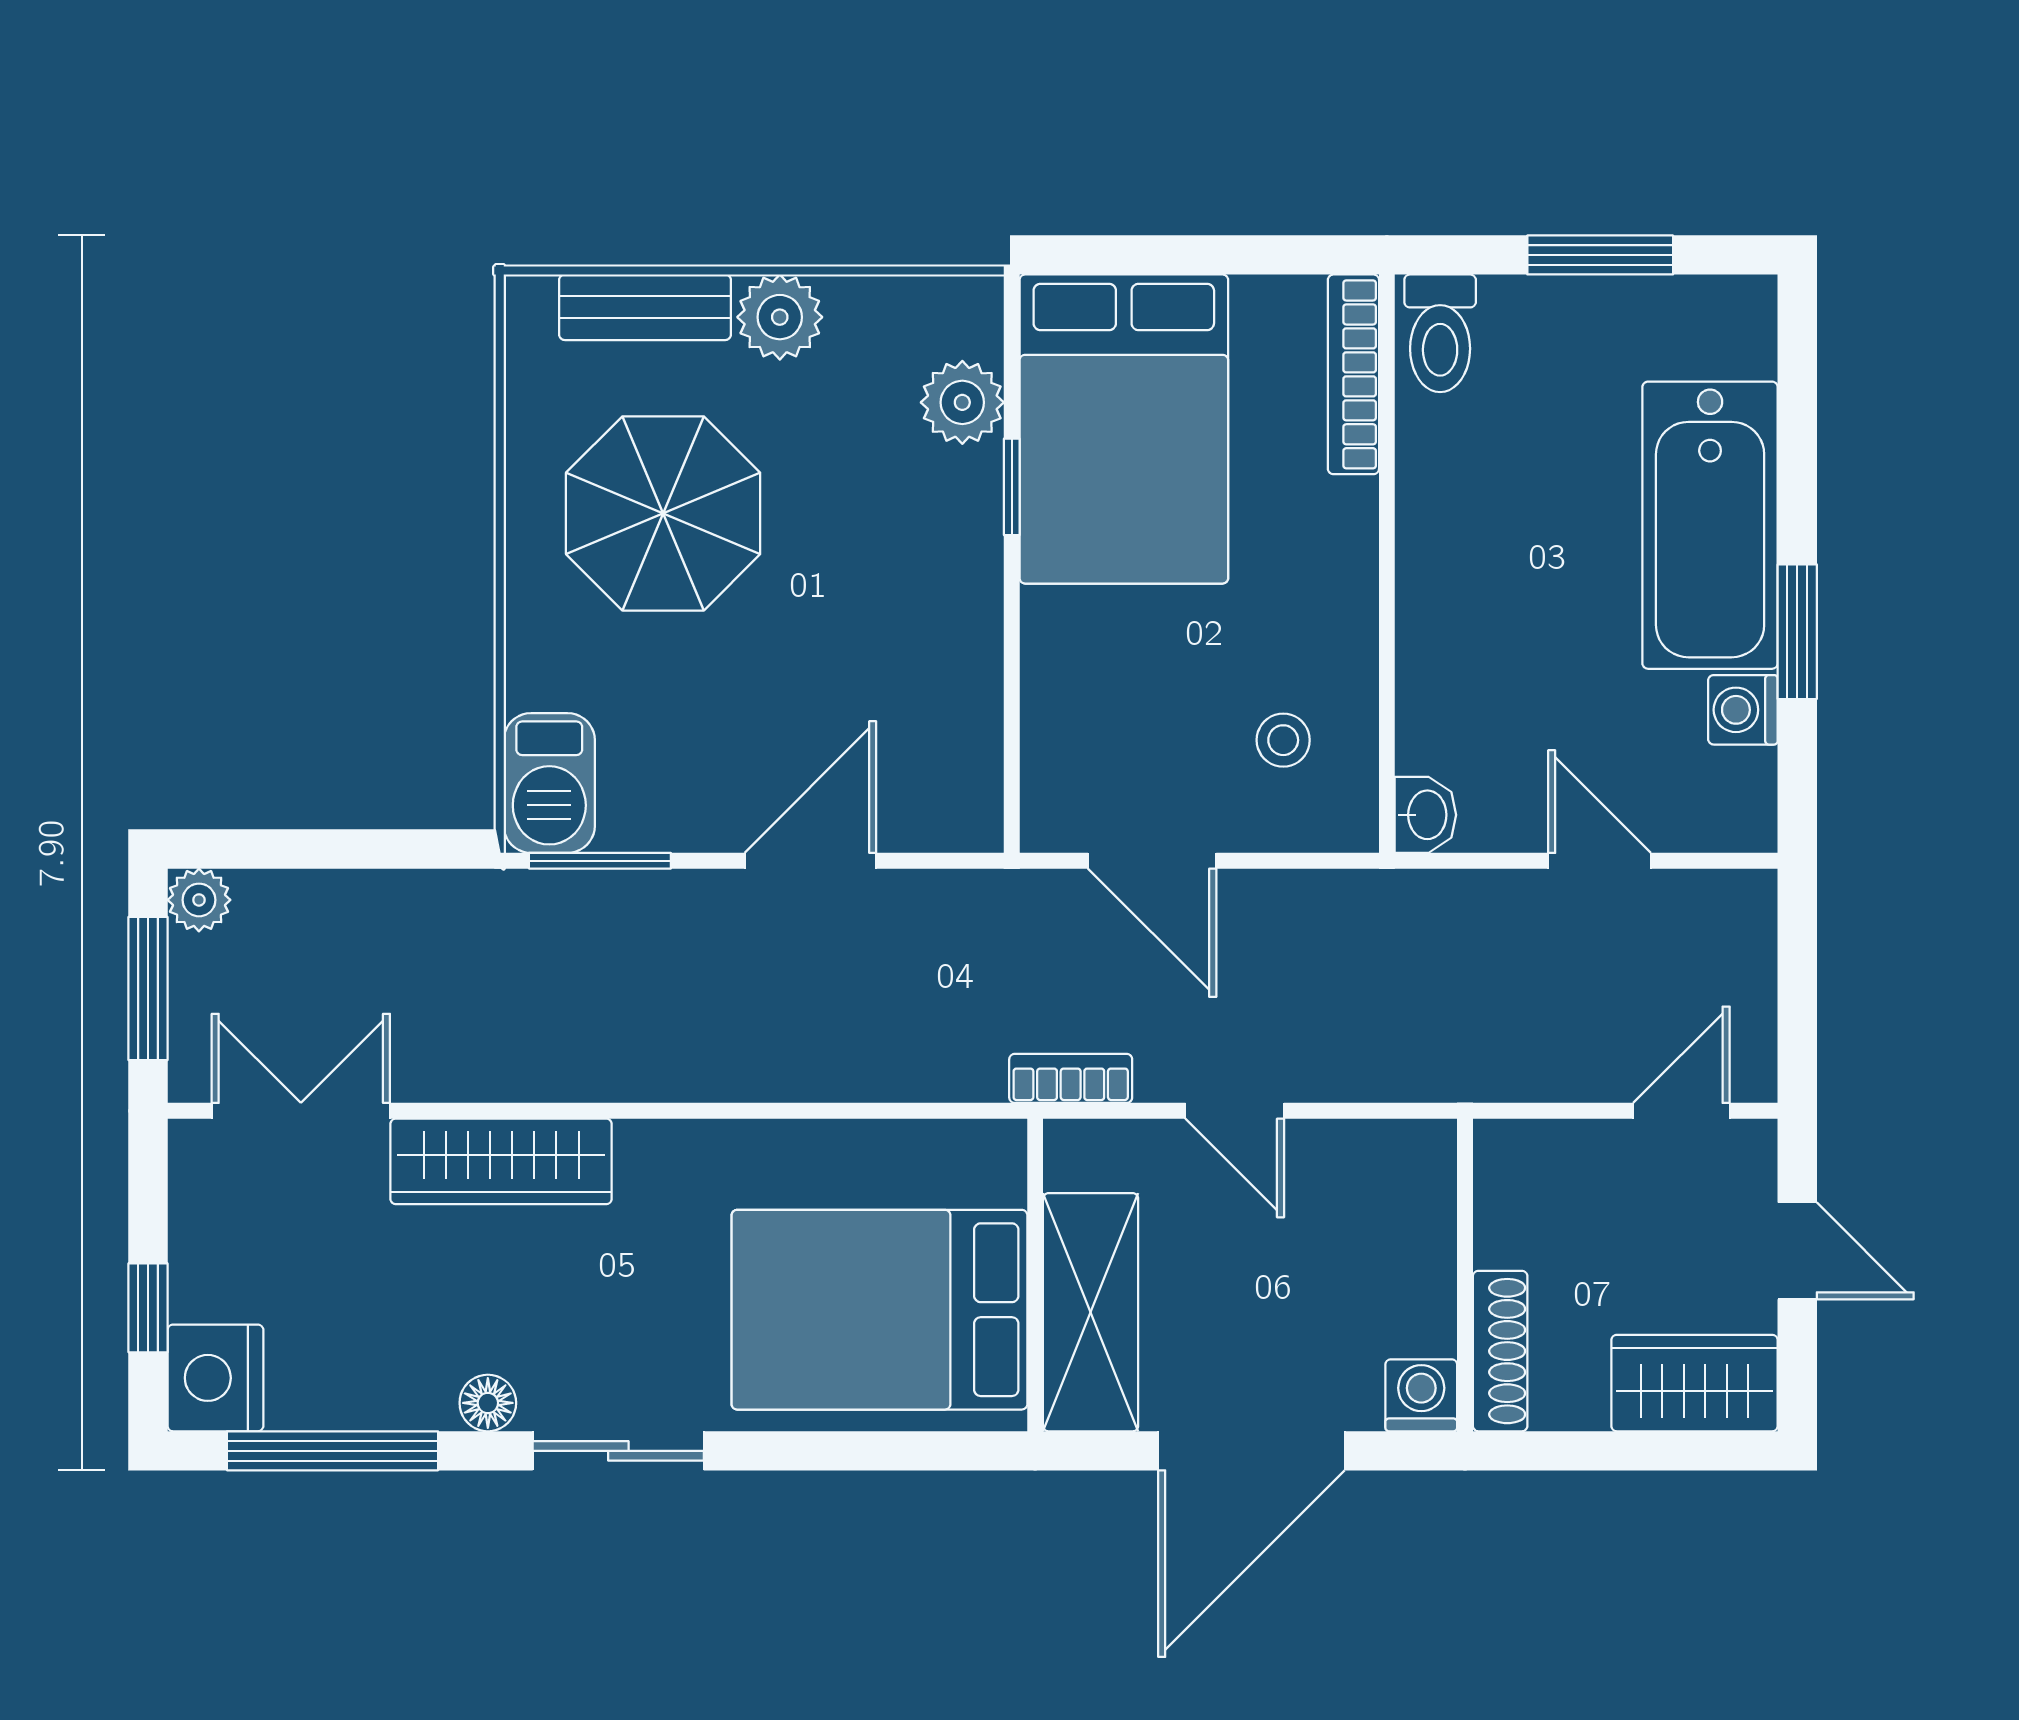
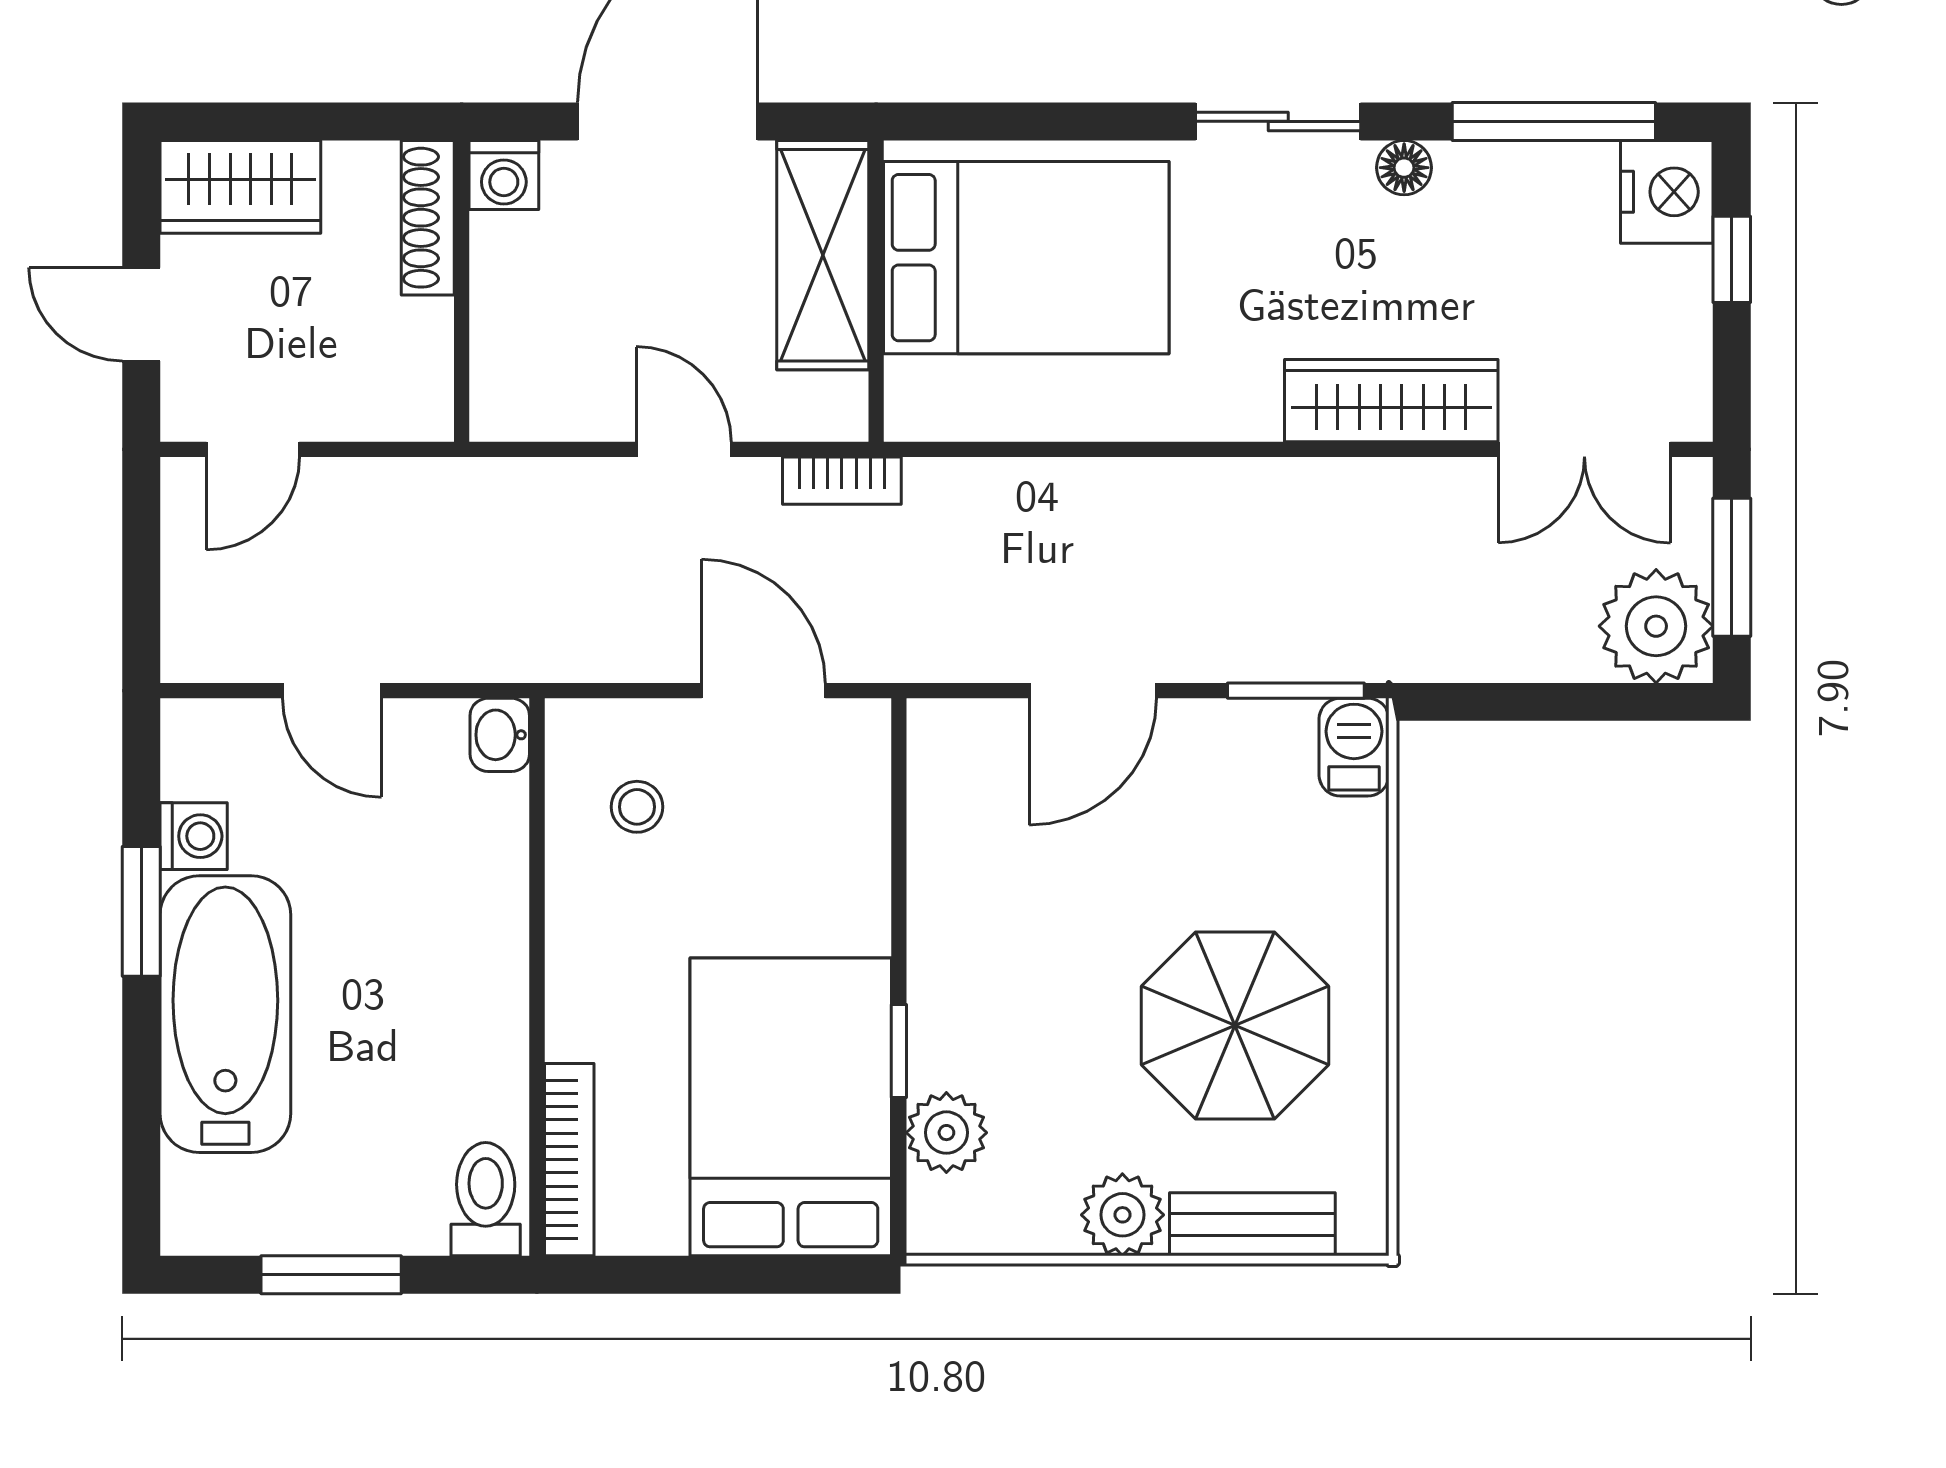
barbecue: (549, 783) -> (1354, 747), width x0.73, depth x0.79
plant: (199, 900) -> (1656, 626), width x1.87, depth x1.87

